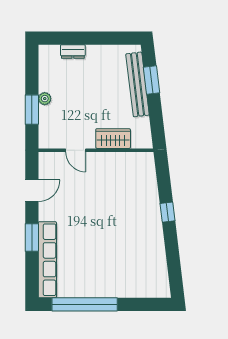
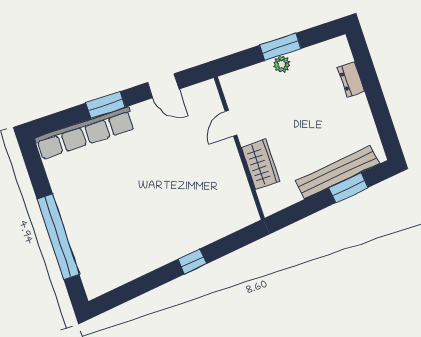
window: (32, 110) -> (280, 47), moved
window: (85, 304) -> (58, 237), moved

